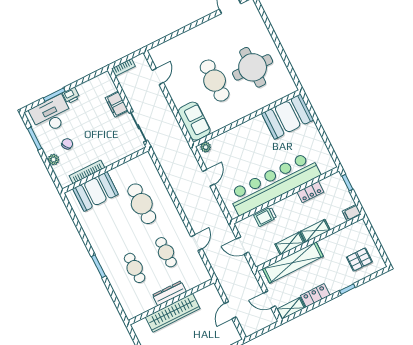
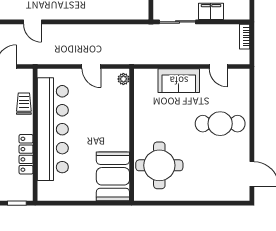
round table: (253, 67) -> (159, 165), moved
cafe table: (215, 81) -> (220, 124), moved
sofa: (194, 121) -> (179, 81), moved
locker: (310, 192) -> (26, 154), width x1.53

